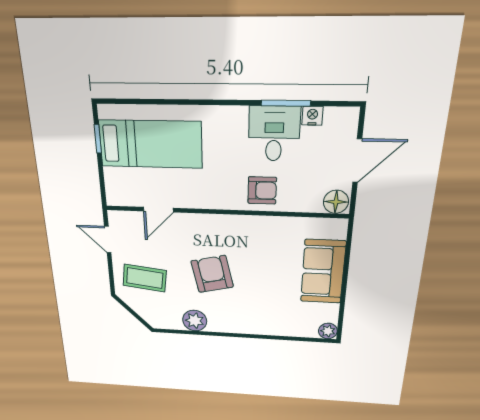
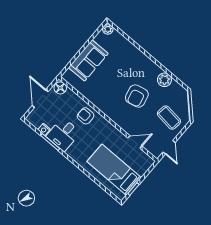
door: (357, 161) -> (40, 99), hinge flipped

